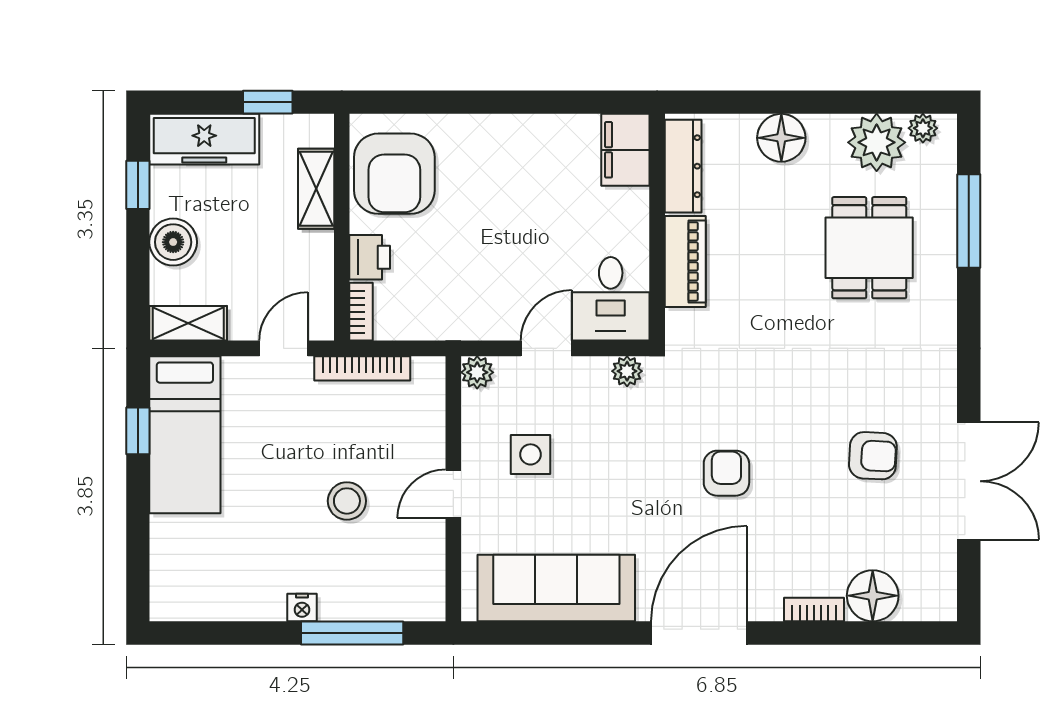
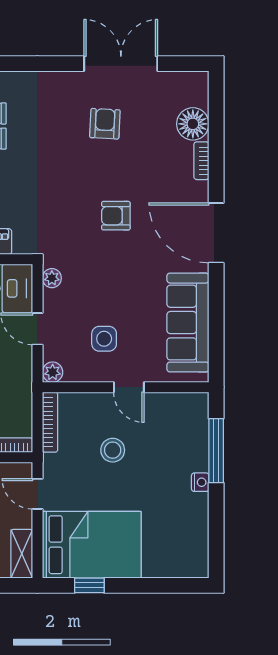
bookcase: (362, 368) -> (50, 422), moved
bed: (185, 435) -> (92, 545), width x1.50
stool: (347, 501) -> (113, 450), moved

